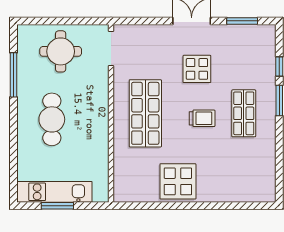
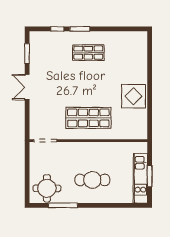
round table: (61, 51) -> (47, 188), moved
display table: (197, 69) -> (59, 84), removed
trolley: (202, 118) -> (92, 80), removed

